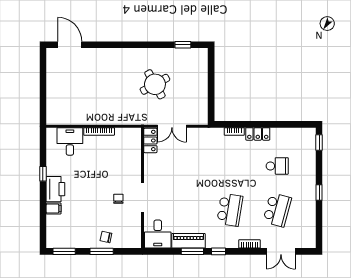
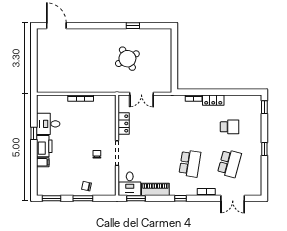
window: (183, 45) -> (133, 26), moved
desk: (70, 141) -> (48, 124), moved, turned -90
locker: (150, 141) -> (124, 123), moved
window: (192, 251) -> (136, 198), moved

